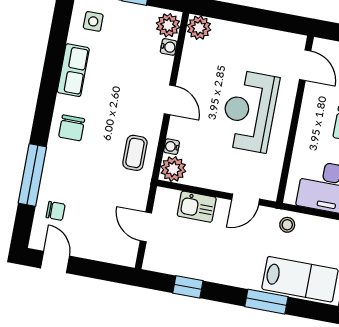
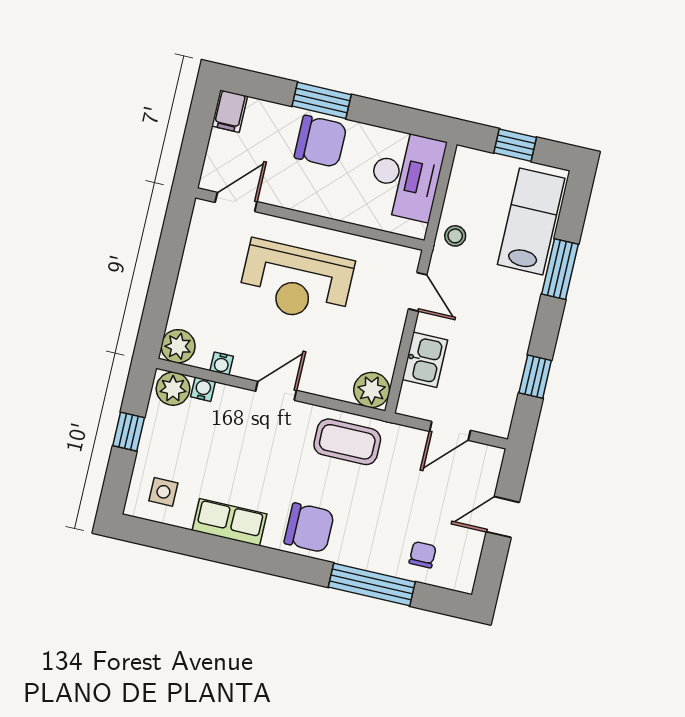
chair: (72, 128) -> (309, 528), width x1.37, depth x1.37
water cooler: (172, 147) -> (222, 363), moved
coffee table: (135, 153) -> (347, 442), width x1.36, depth x1.30
door: (55, 262) -> (503, 517), moved

